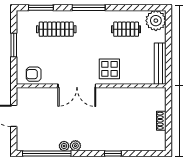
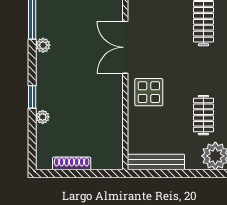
shoe rack: (161, 121) -> (72, 163), width x1.43
plant: (64, 146) -> (43, 117), moved

